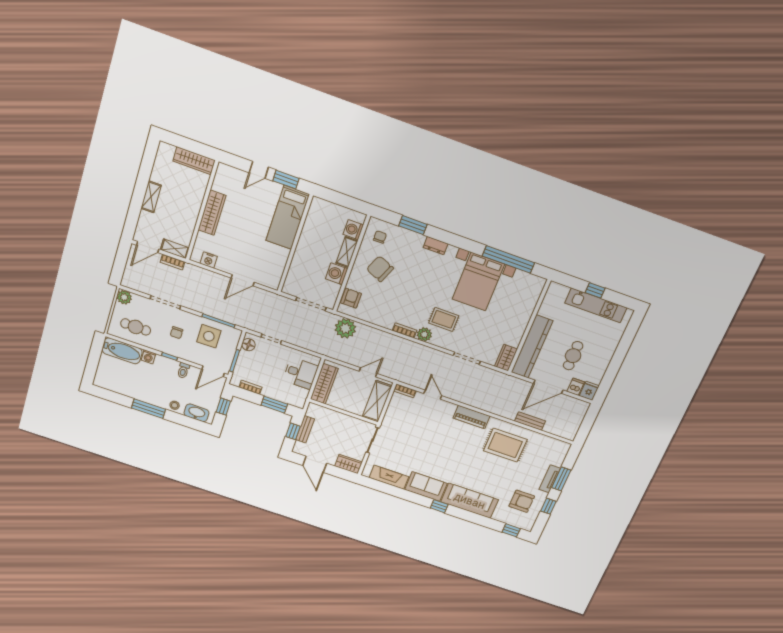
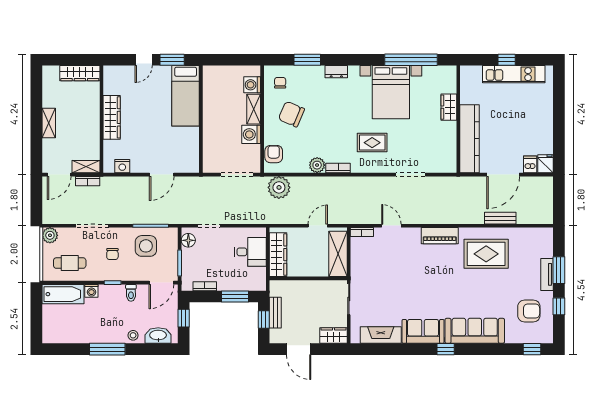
plant: (424, 334) -> (317, 165), moved
cafe table: (573, 356) -> (514, 133), removed
wardrobe: (506, 358) -> (449, 107), moved

